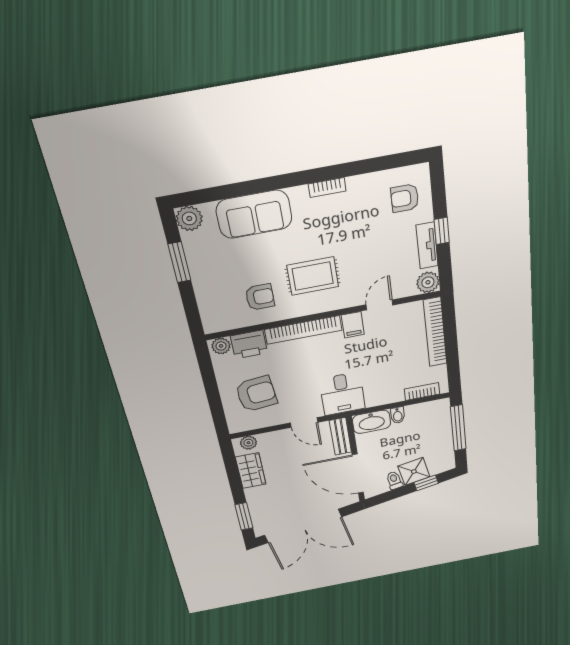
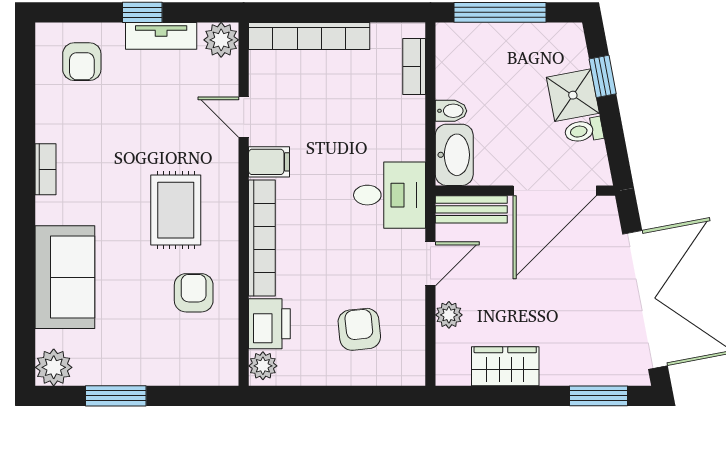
armchair: (256, 394) -> (359, 329), width x0.72, depth x0.72
plant: (248, 443) -> (449, 315), moved

